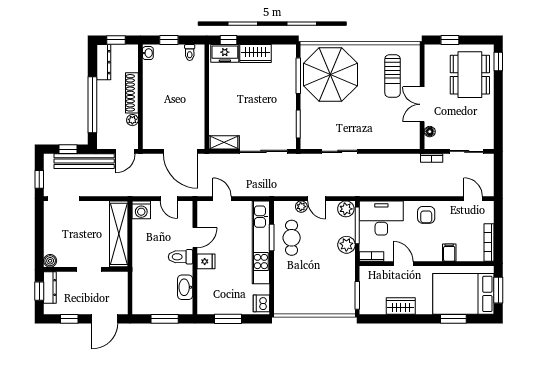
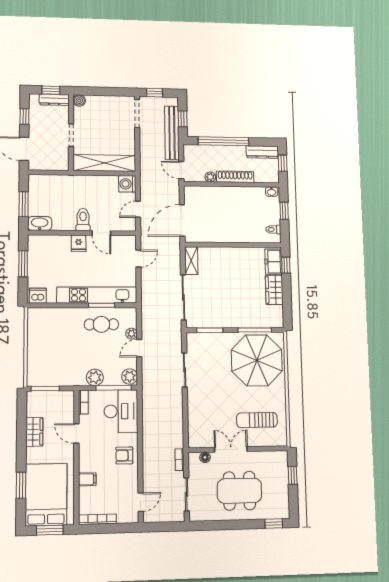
dining table: (470, 75) -> (239, 491), moved
door: (403, 264) -> (76, 433), swing flipped
washbasin: (185, 287) -> (40, 223), moved

